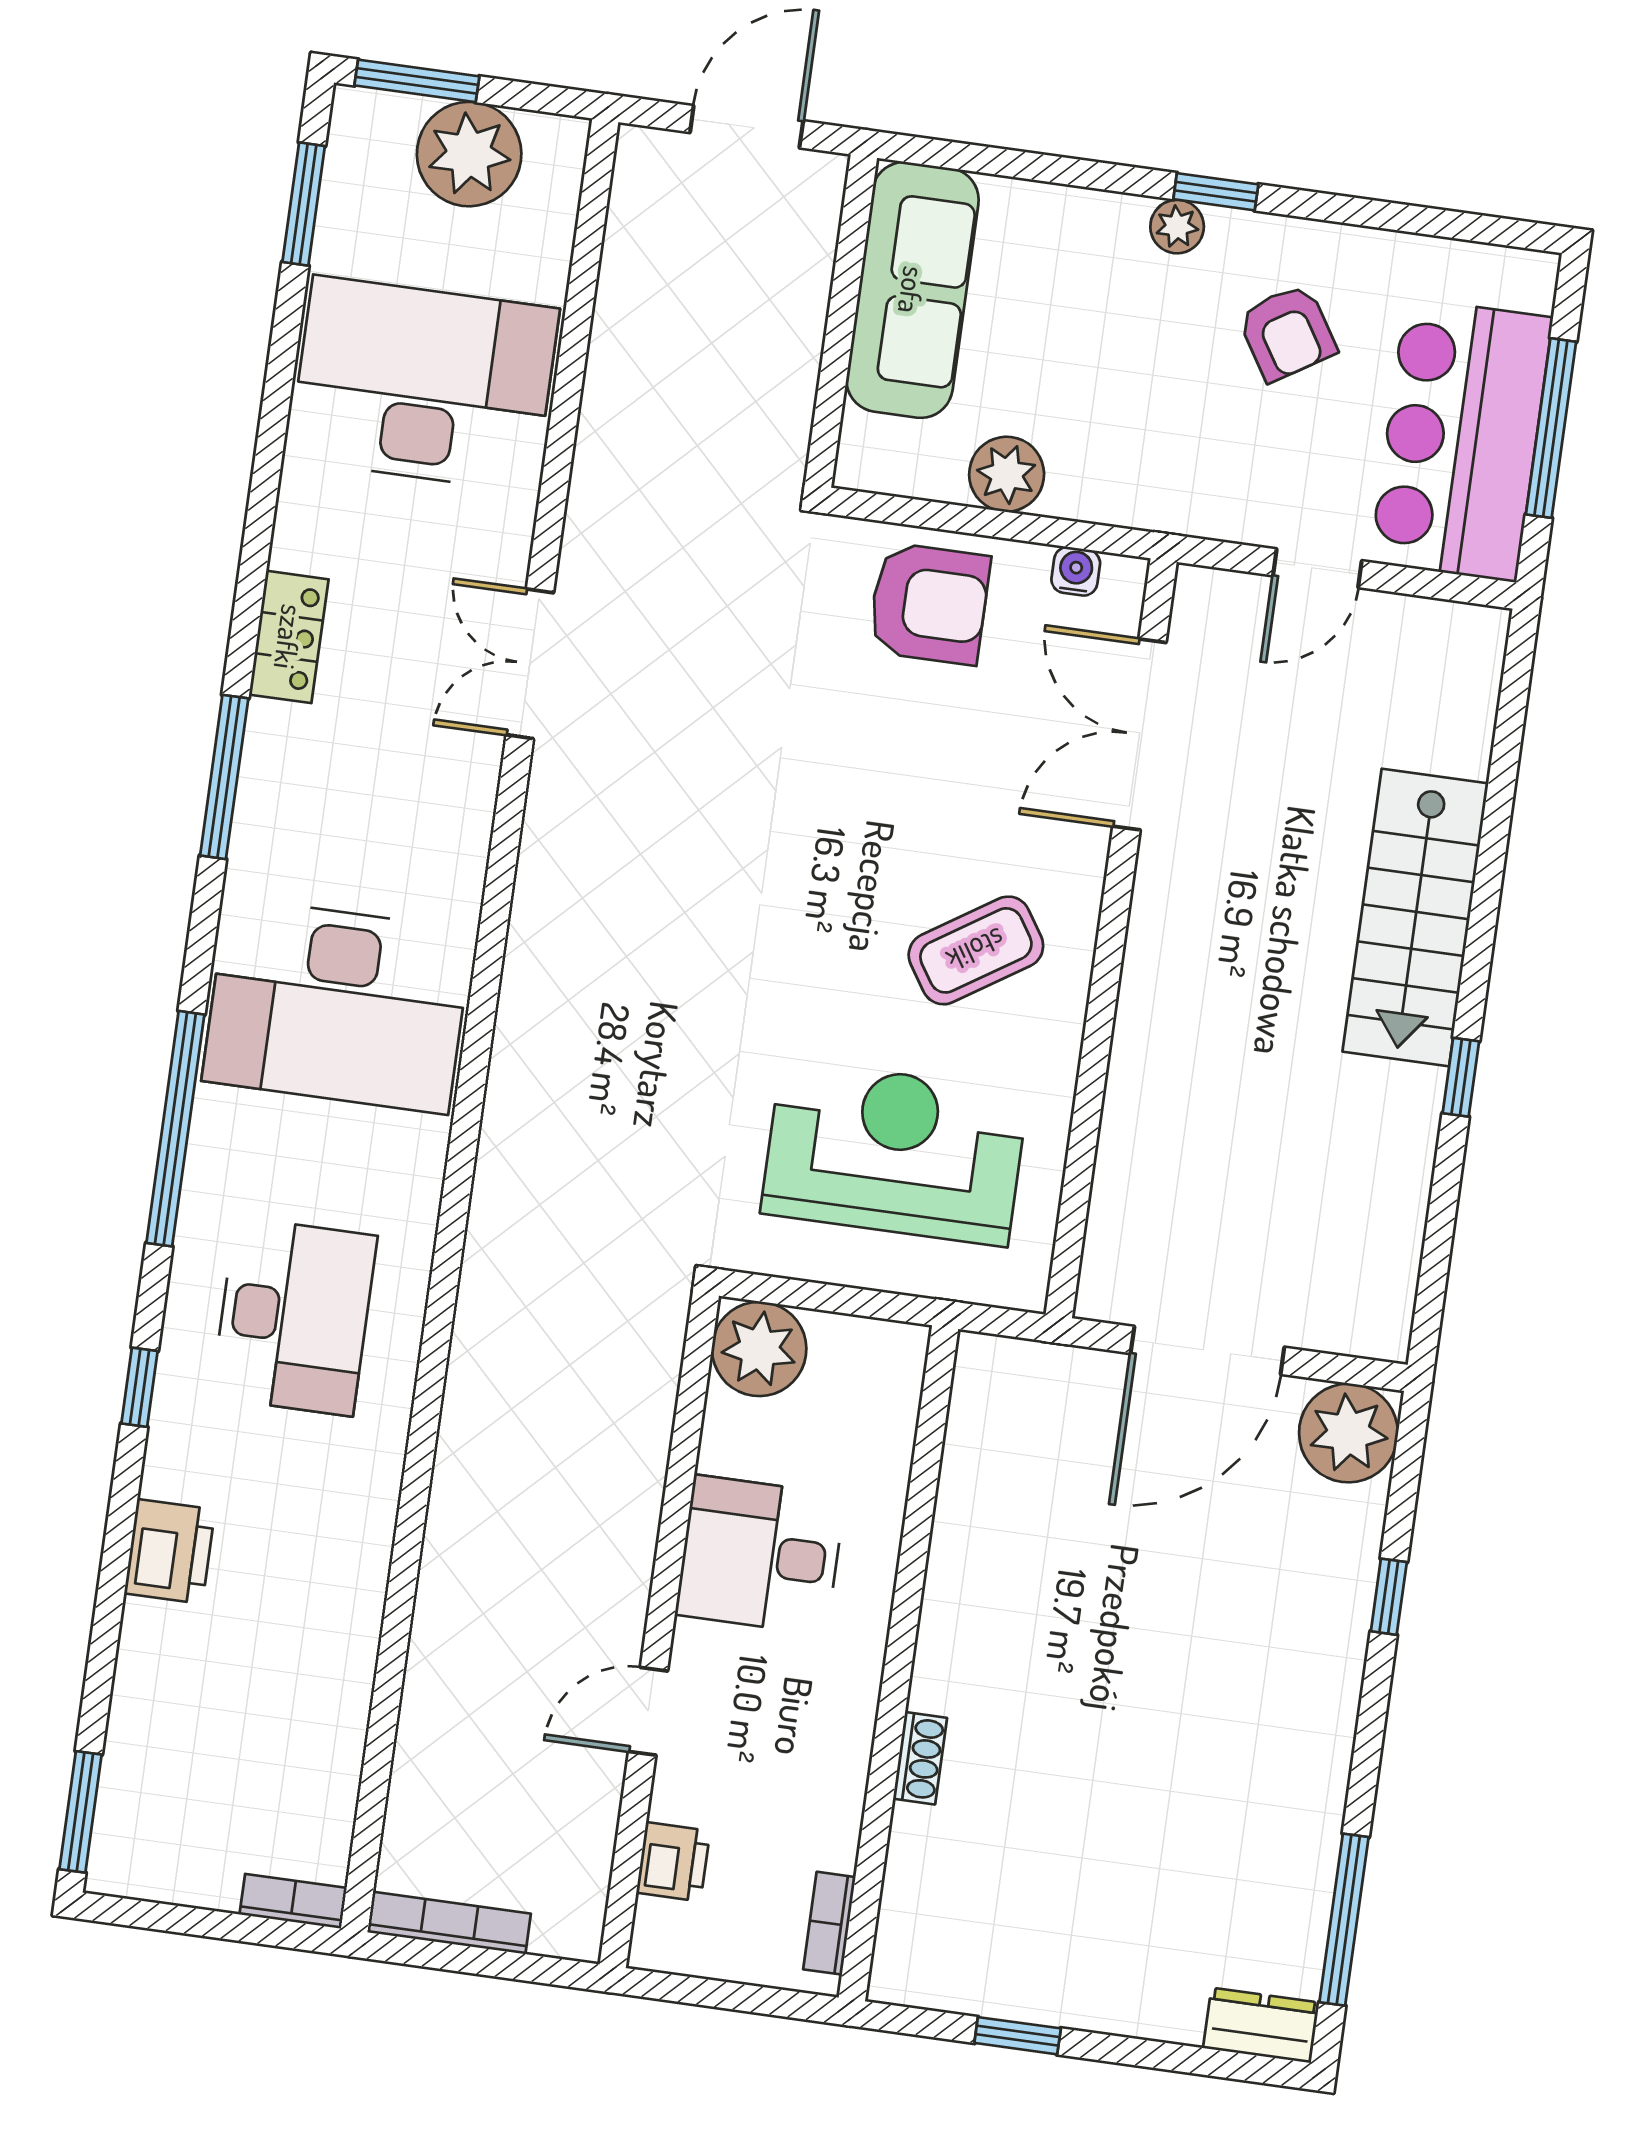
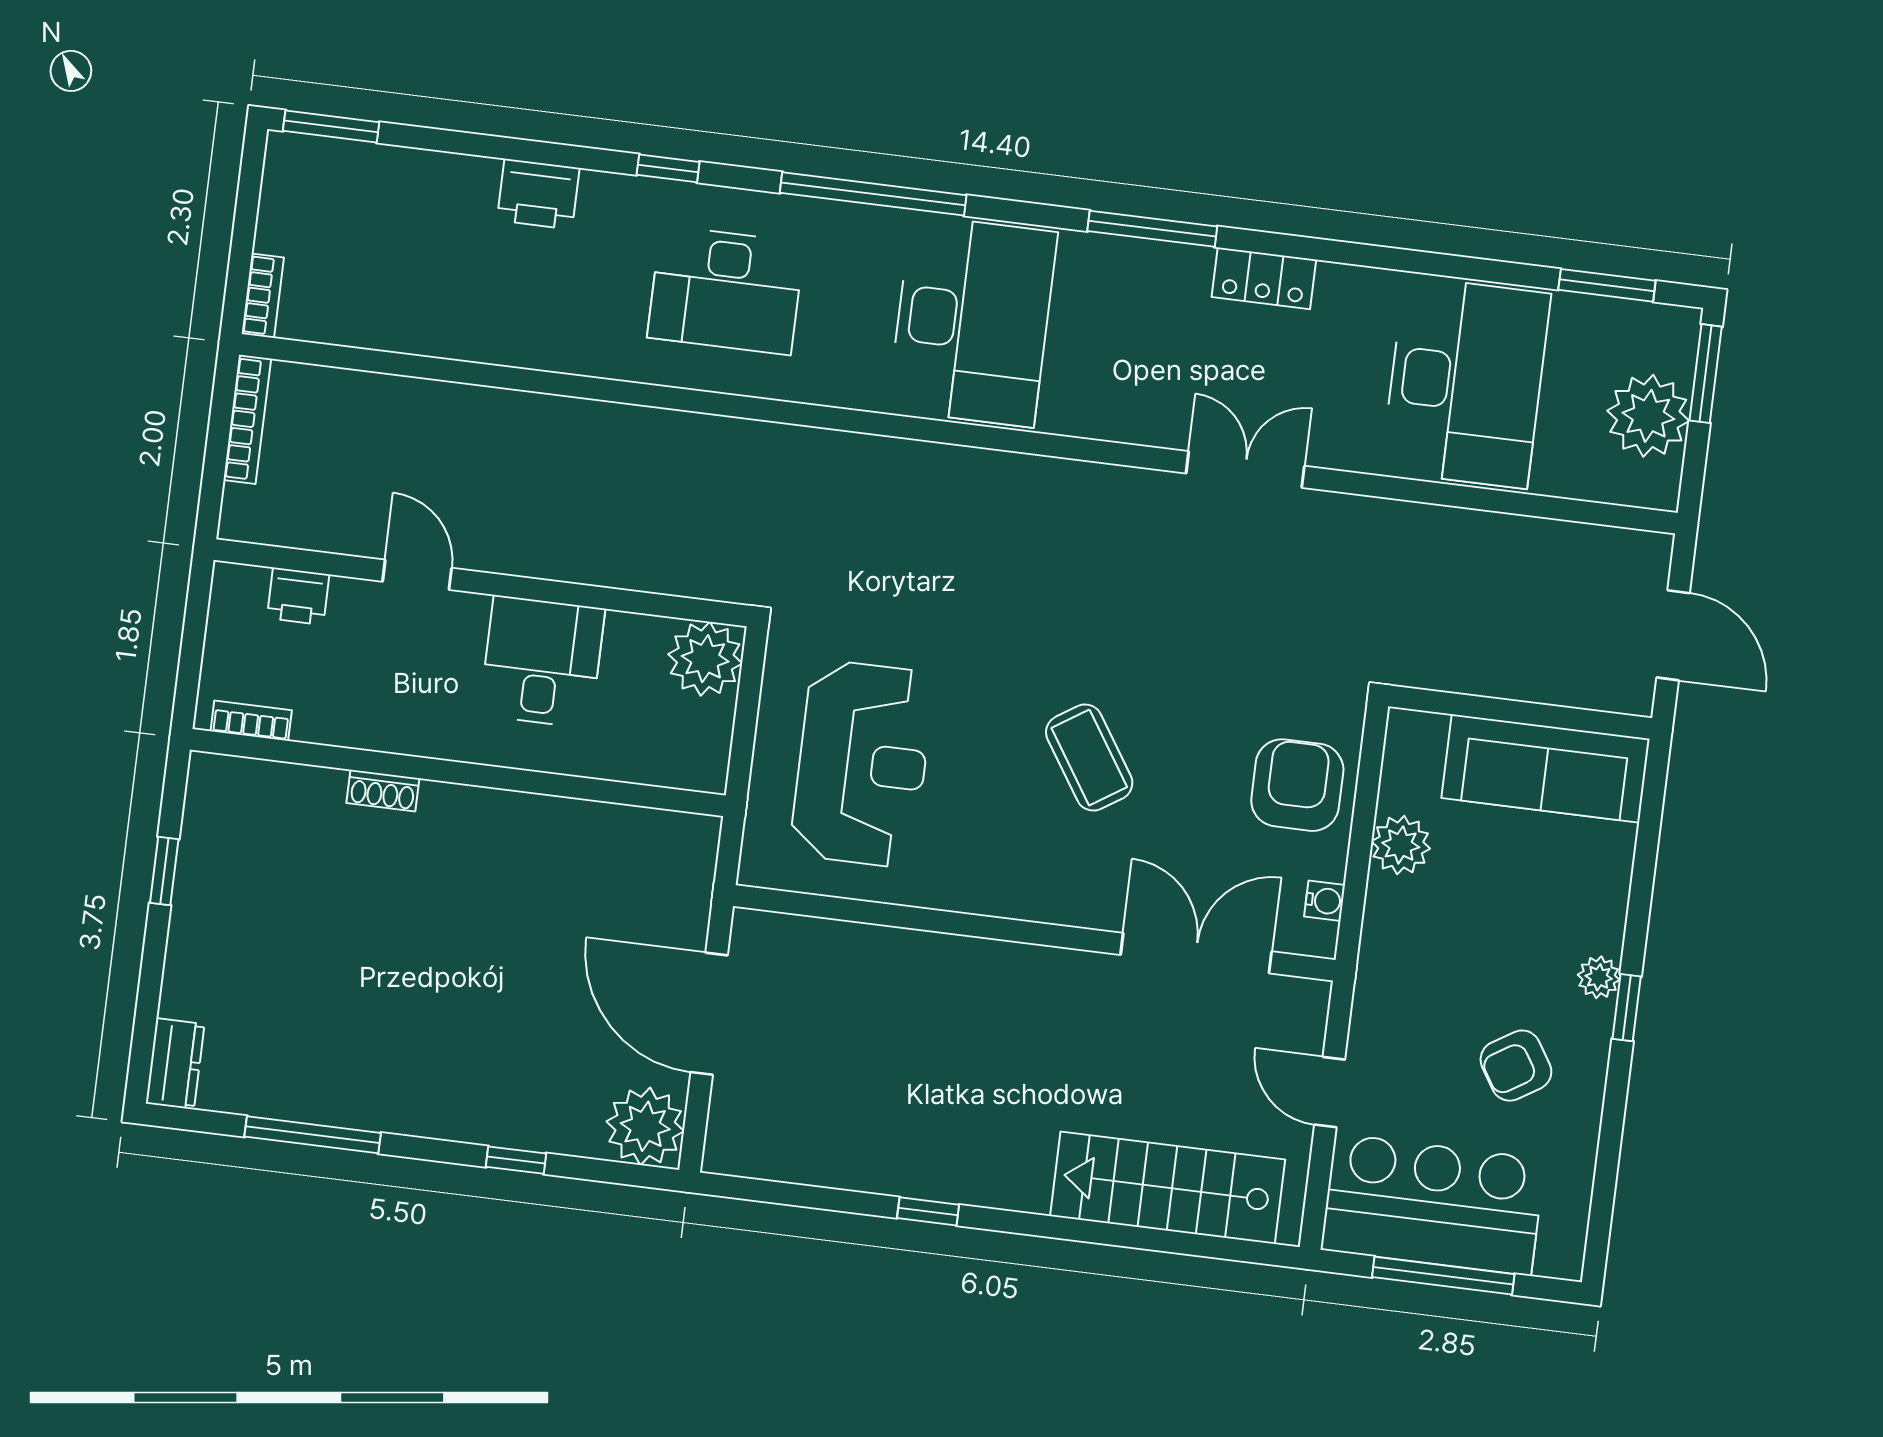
armchair: (929, 604) -> (1297, 785), turned 180
stairs: (1415, 918) -> (1168, 1188), moved
coffee table: (976, 950) -> (1089, 758), moved
desk: (337, 1006) -> (972, 321), turned 180
window: (1344, 1920) -> (313, 1135), moved

